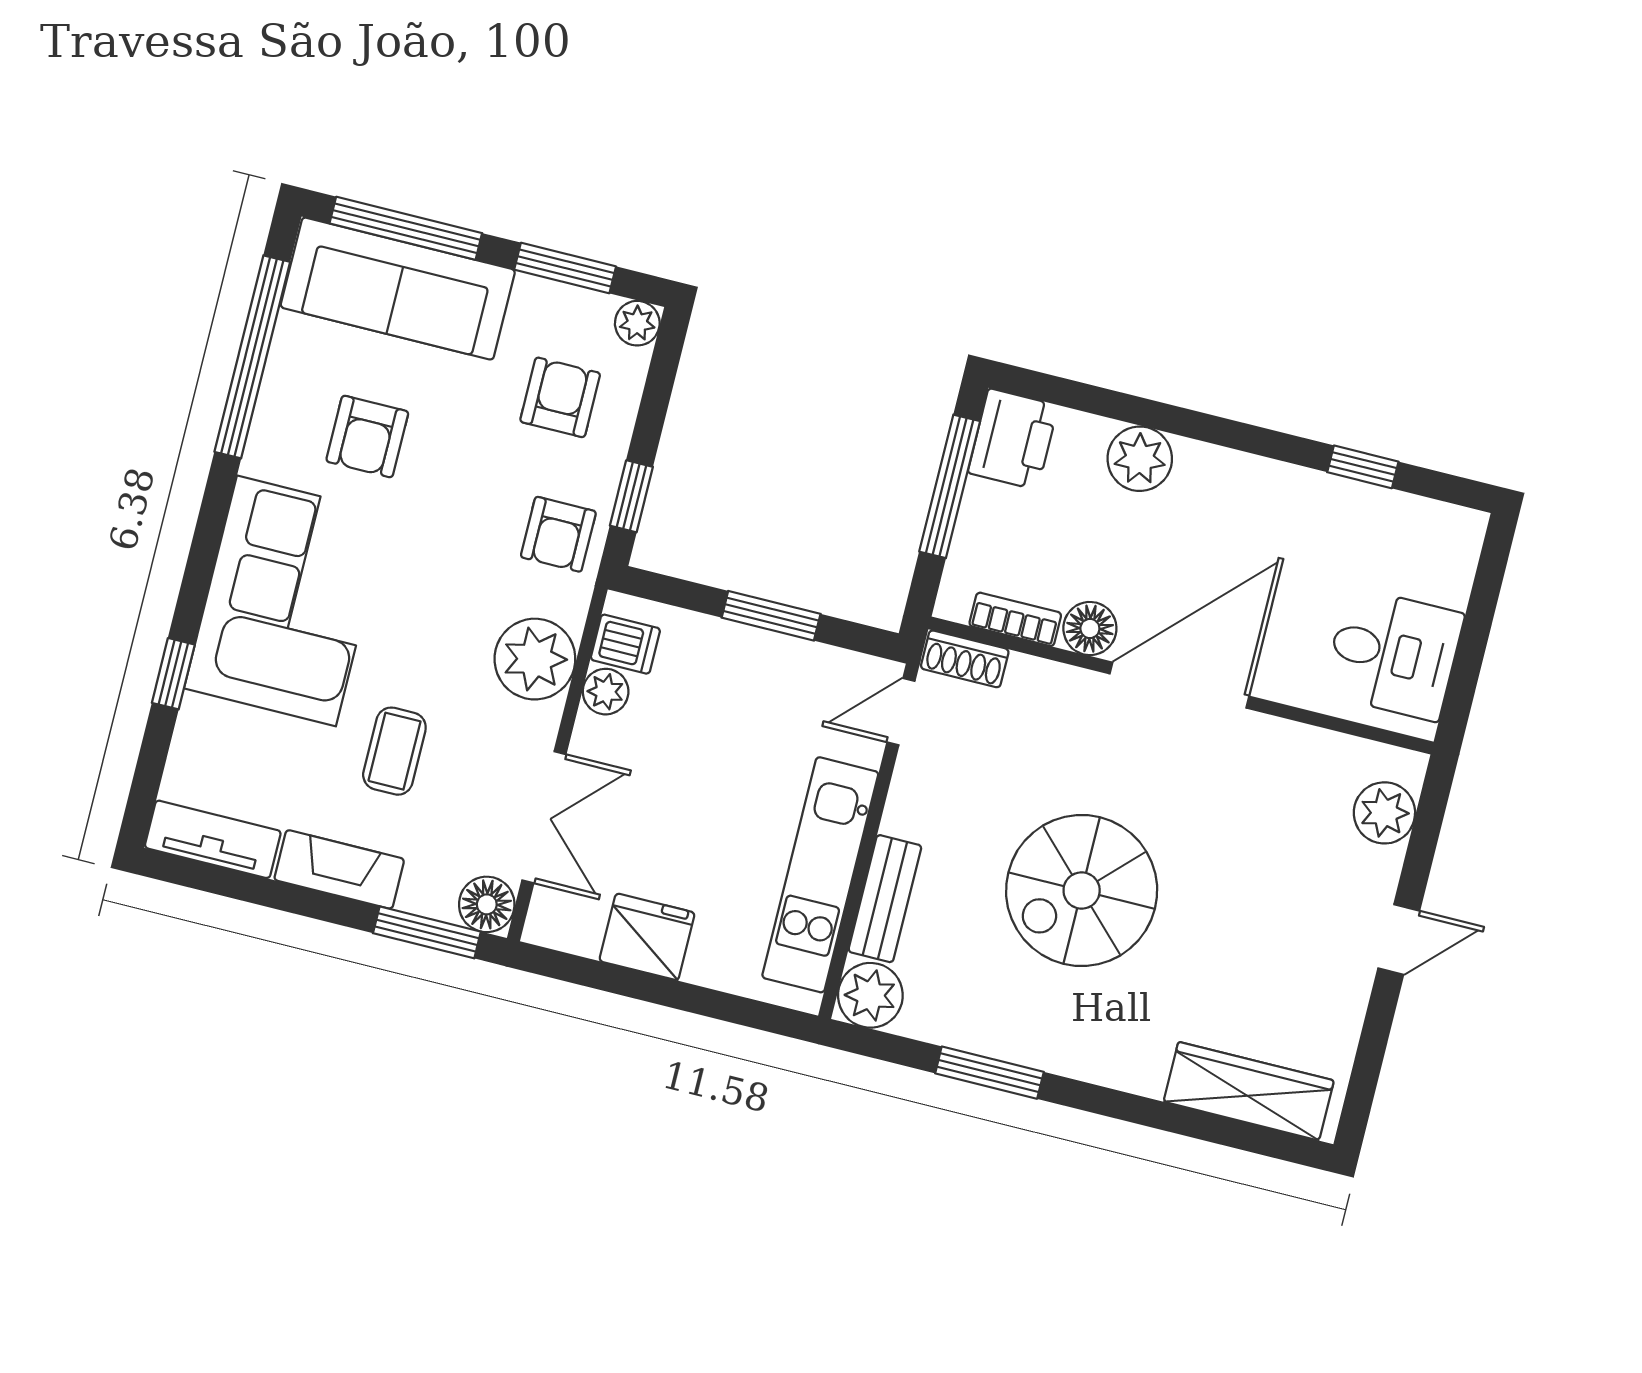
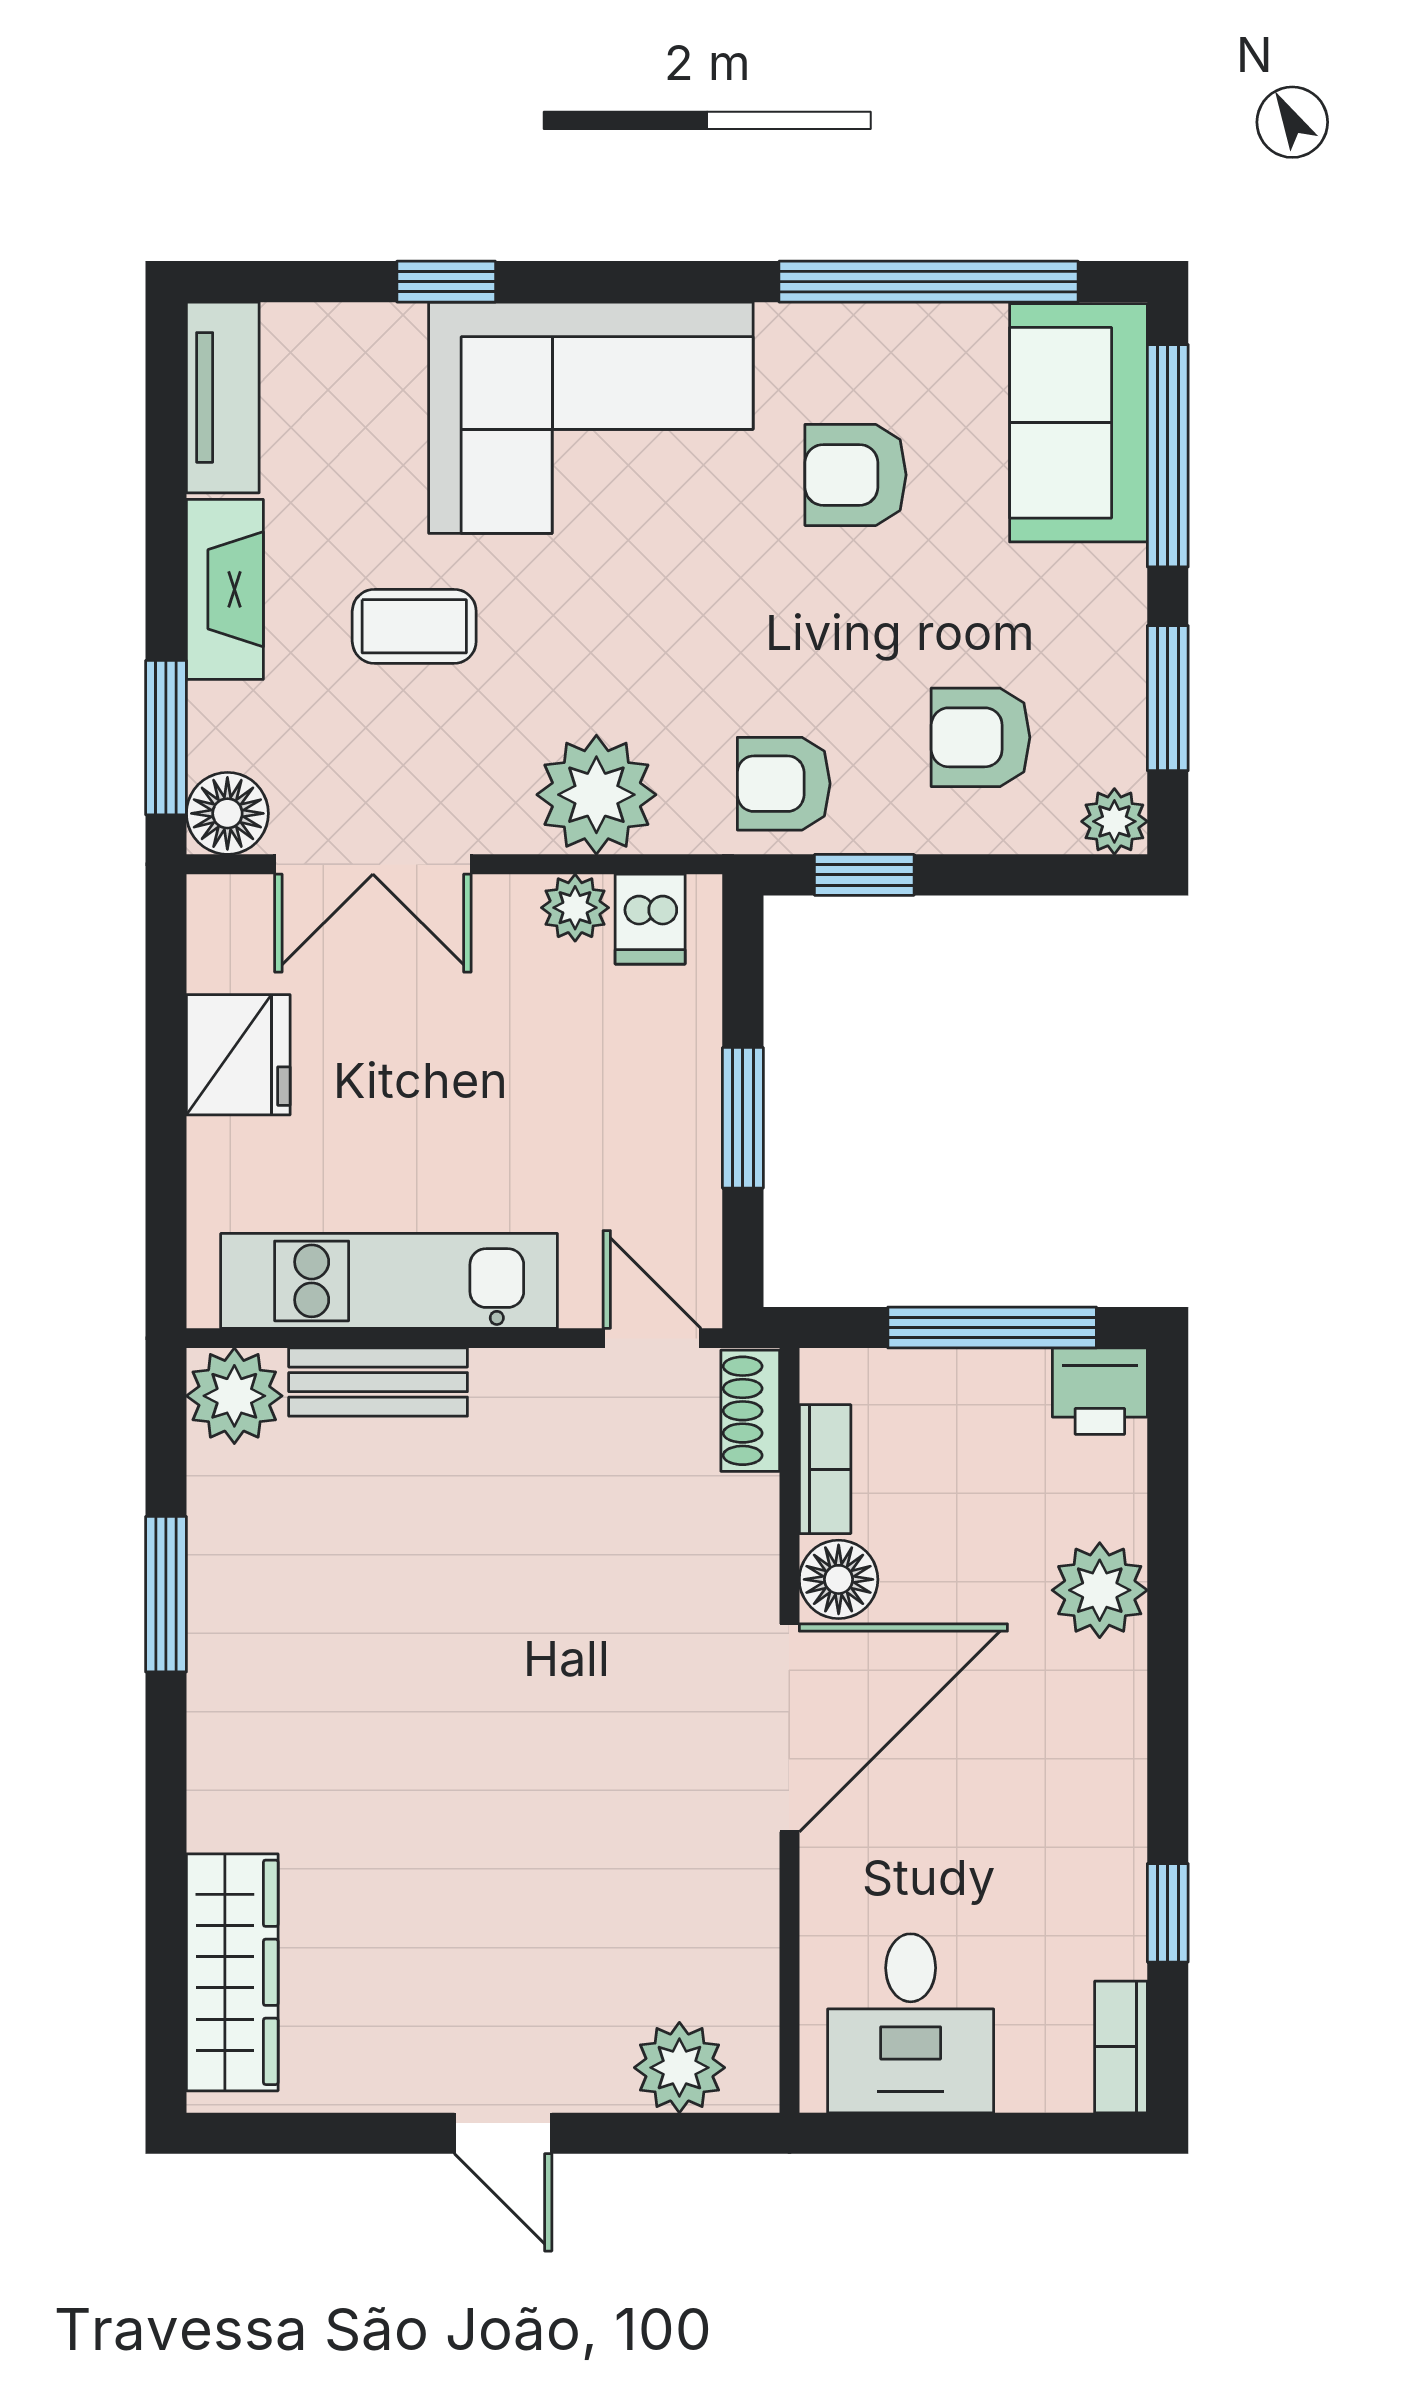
sofa: (398, 289) -> (1078, 423), width x0.73
armchair: (560, 397) -> (981, 737), turned 180
printer: (1013, 439) -> (1100, 1391), width x0.73, depth x0.81
bookcase: (1443, 520) -> (1121, 2047), added
door: (1179, 685) -> (789, 1728), hinge flipped
spiral stairs: (1082, 891) -> (460, 1661), removed

